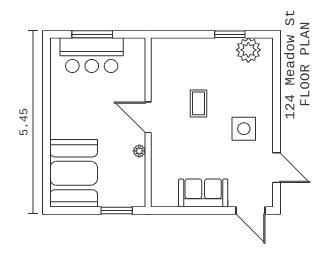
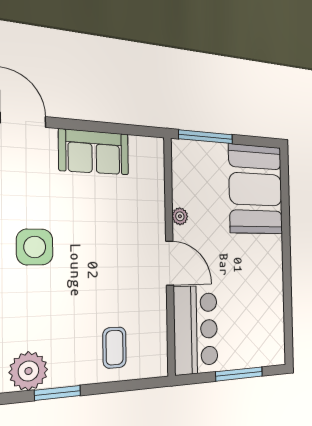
bar counter: (92, 55) -> (196, 330), moved, turned 90
coffee table: (199, 103) -> (115, 348), moved
window: (117, 210) -> (206, 137), width x1.44

